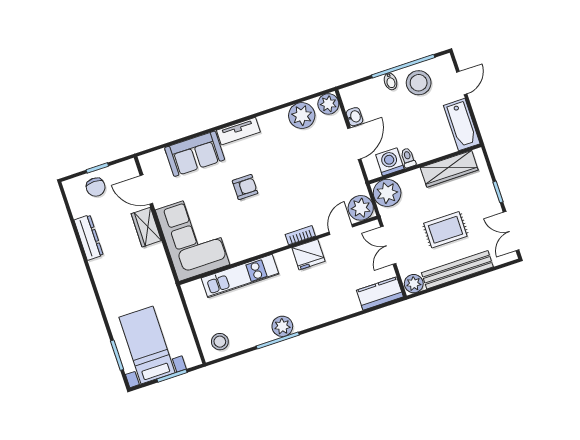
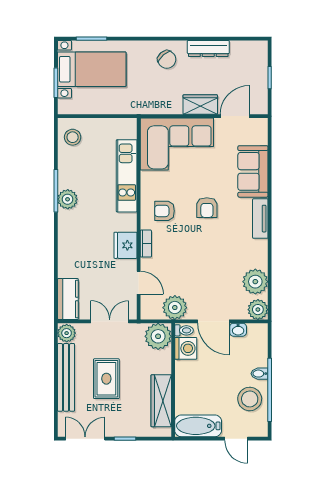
toilet: (408, 158) -> (184, 330), moved
chair: (96, 187) -> (167, 59), moved, turned -130
plant: (361, 208) -> (175, 308), moved
armchair: (262, 228) -> (165, 211), added

